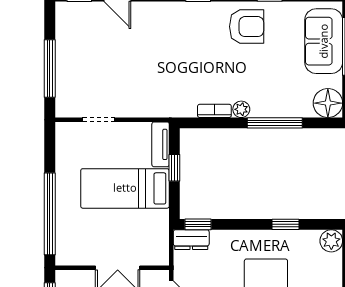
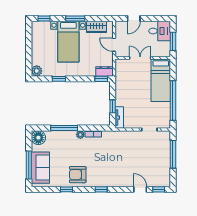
bed: (125, 188) -> (161, 80), moved, turned 90
window: (50, 214) -> (173, 101), moved

